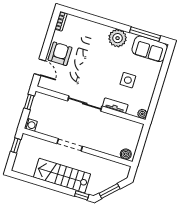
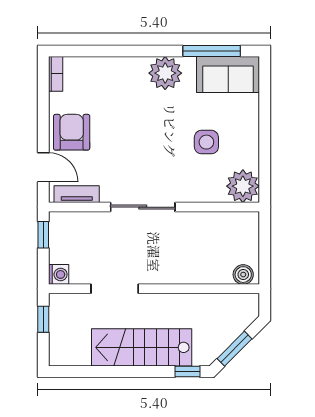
tv unit: (115, 106) -> (77, 194), moved
plant: (142, 114) -> (243, 186), width x1.88, depth x1.88
doorway: (70, 145) -> (115, 289), moved

